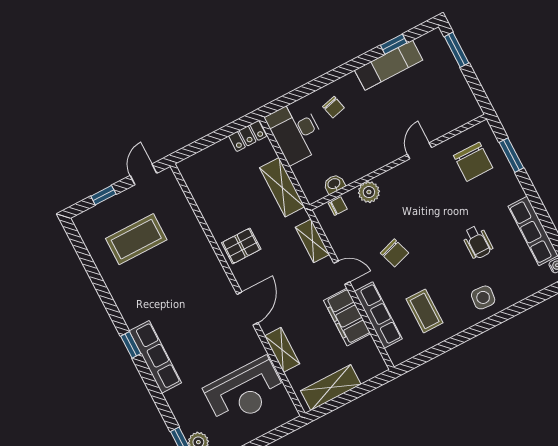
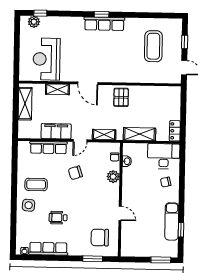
coffee table: (425, 311) -> (36, 184), moved
row of seats: (155, 357) -> (104, 24), moved

